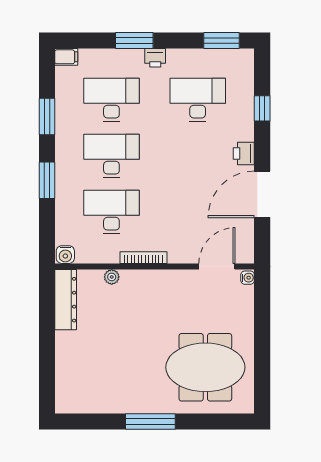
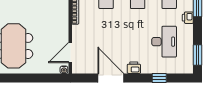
door: (217, 266) -> (70, 53), swing flipped

